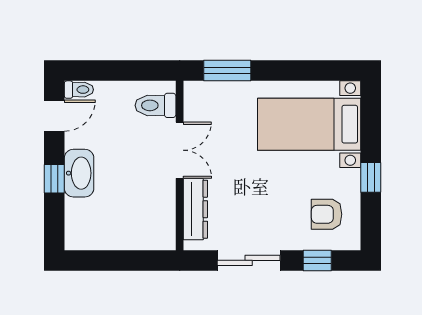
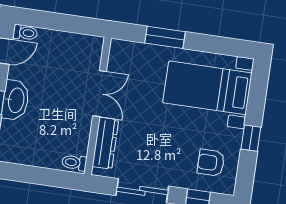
window: (227, 71) -> (165, 37), moved
toilet: (155, 105) -> (74, 163), moved, width x0.73, depth x0.72

